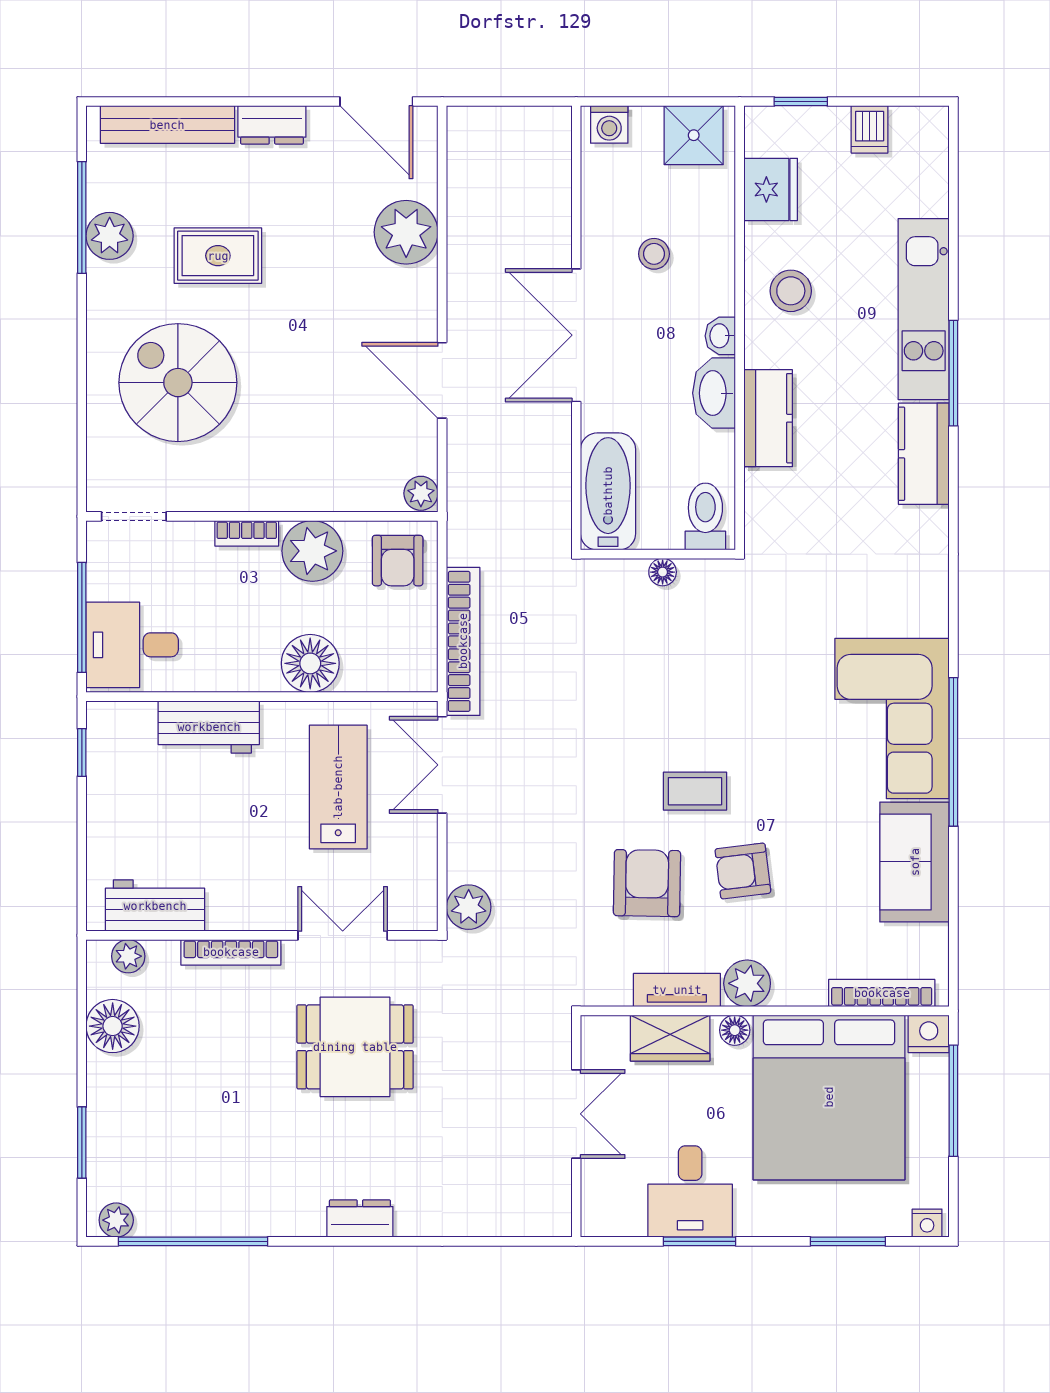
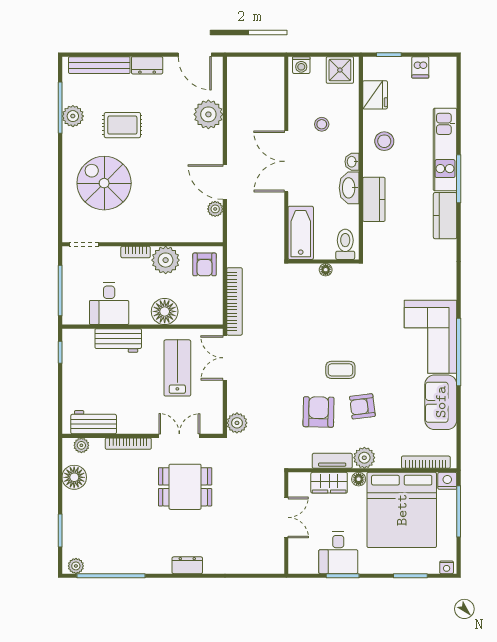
plant: (421, 493) -> (215, 209), moved
desk: (132, 645) -> (109, 304), moved, turned -90

